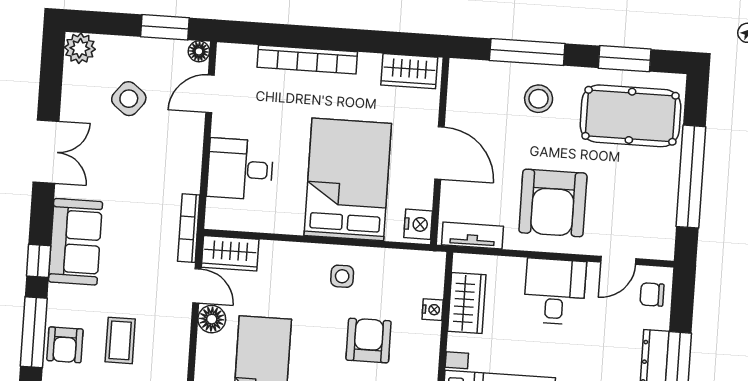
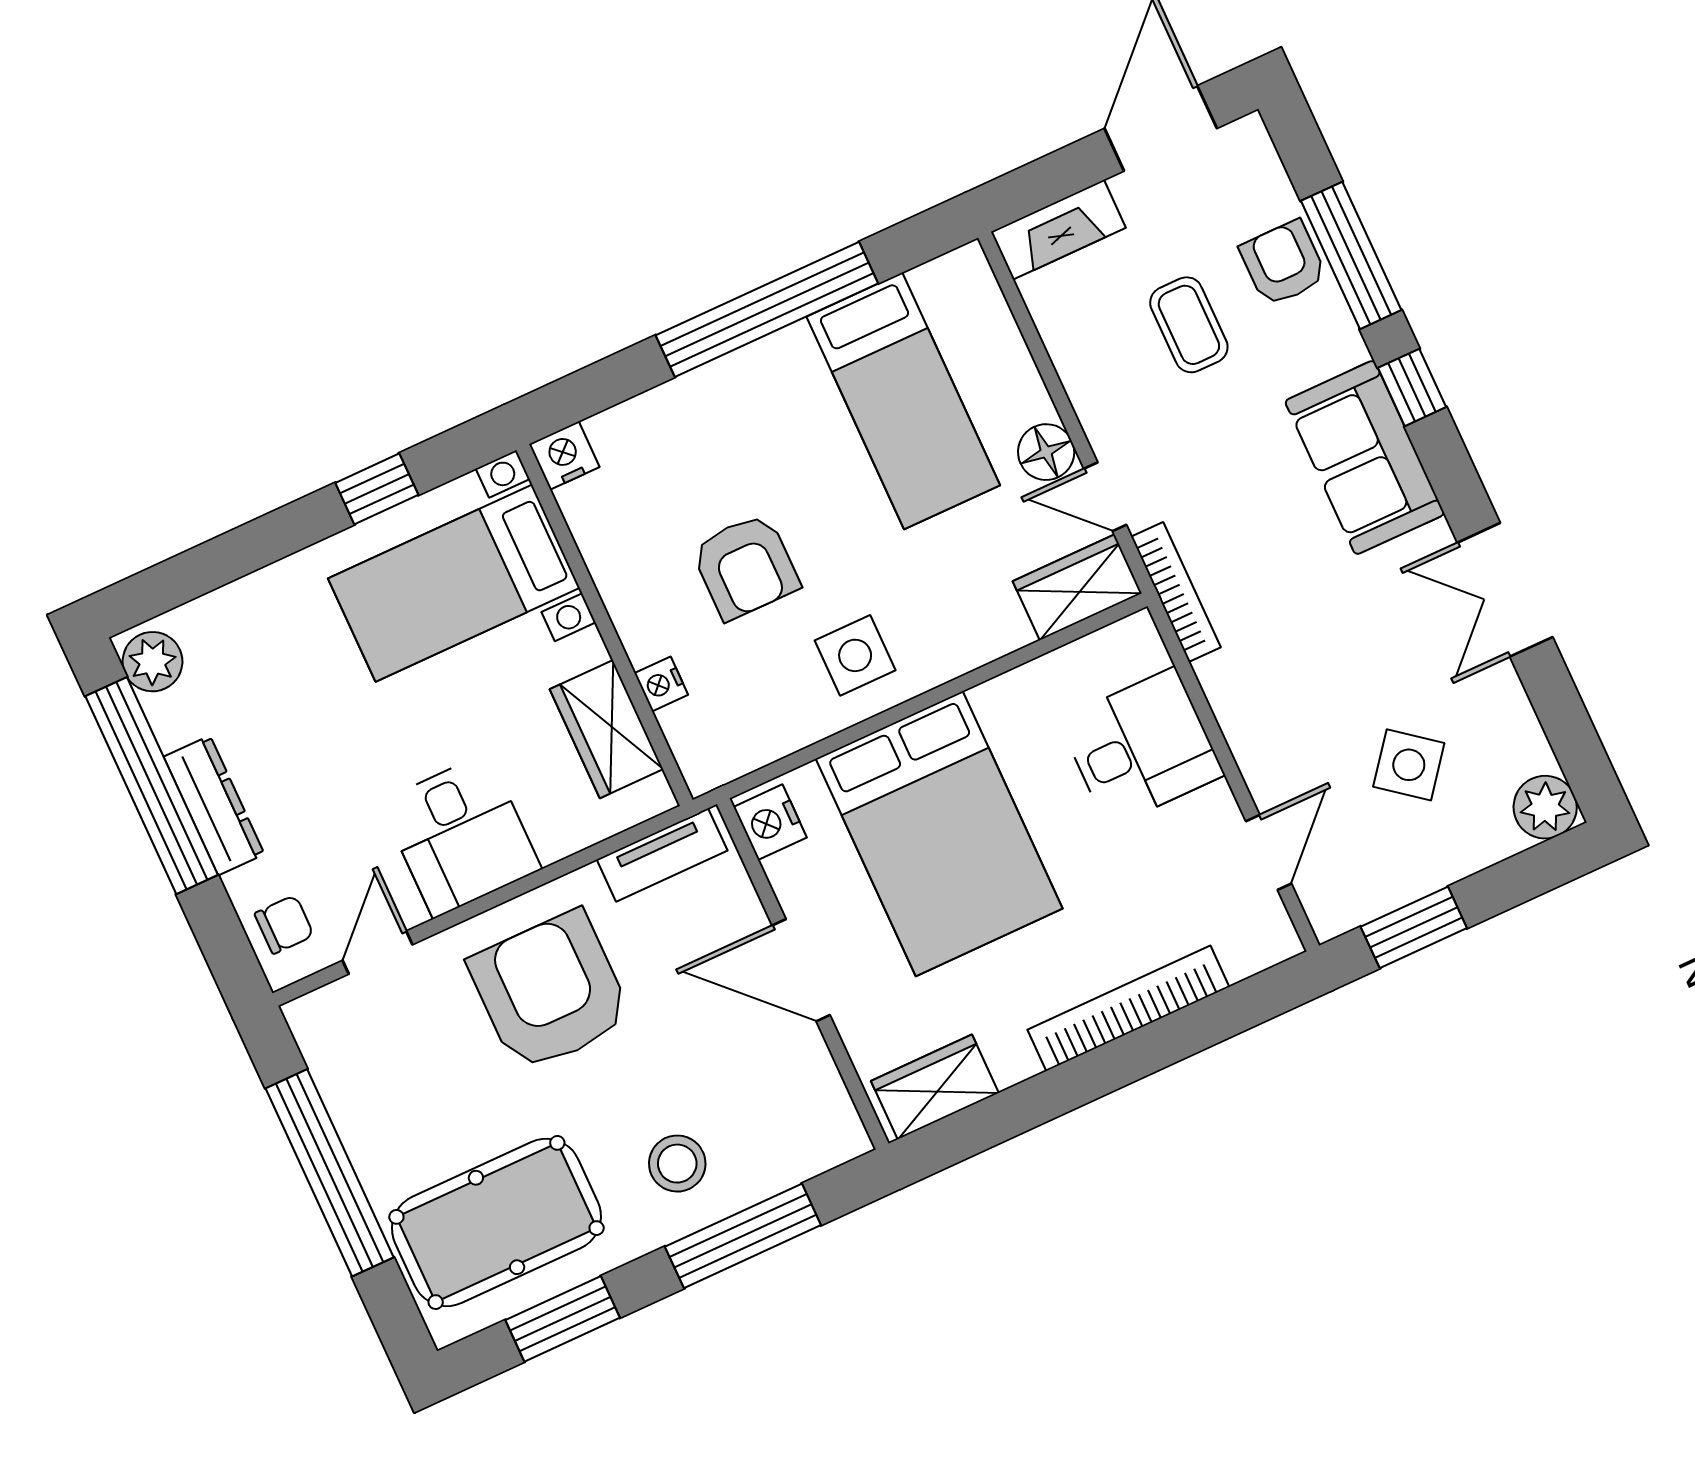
floor lamp: (199, 51) -> (1330, 917), removed
side table: (342, 276) -> (855, 655), width x1.37, depth x1.37

